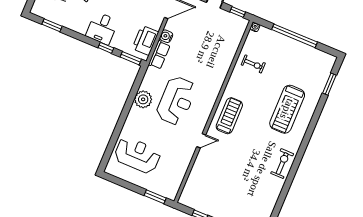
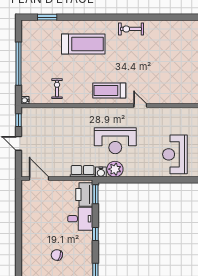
desk: (102, 28) -> (80, 219), moved
water cooler: (166, 36) -> (101, 172), moved
printer: (145, 40) -> (84, 194), moved, turned 90
window: (106, 48) -> (95, 234), moved
plant: (143, 99) -> (115, 169), moved
reception desk: (176, 101) -> (115, 141), turned 180

